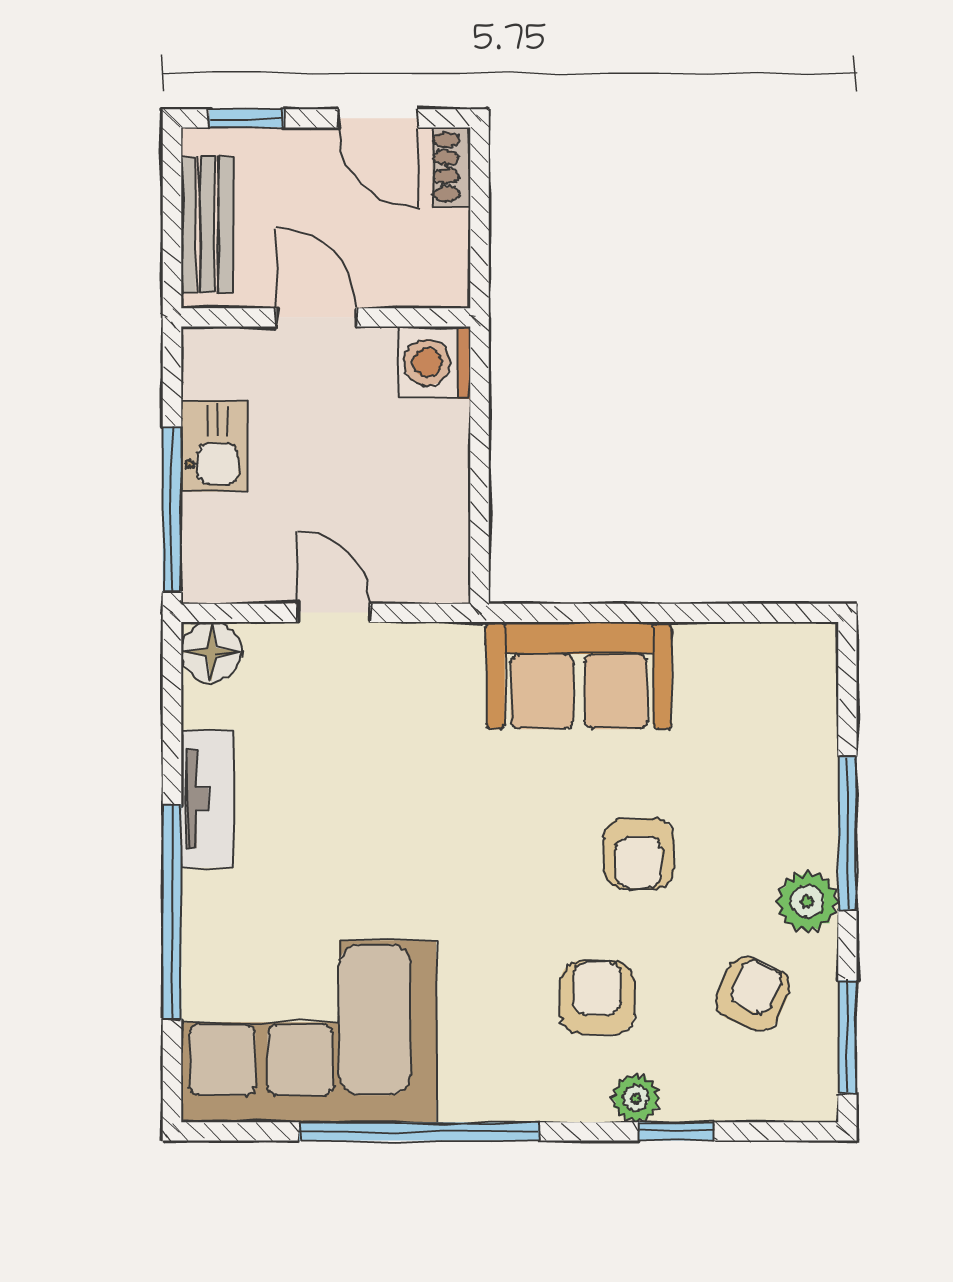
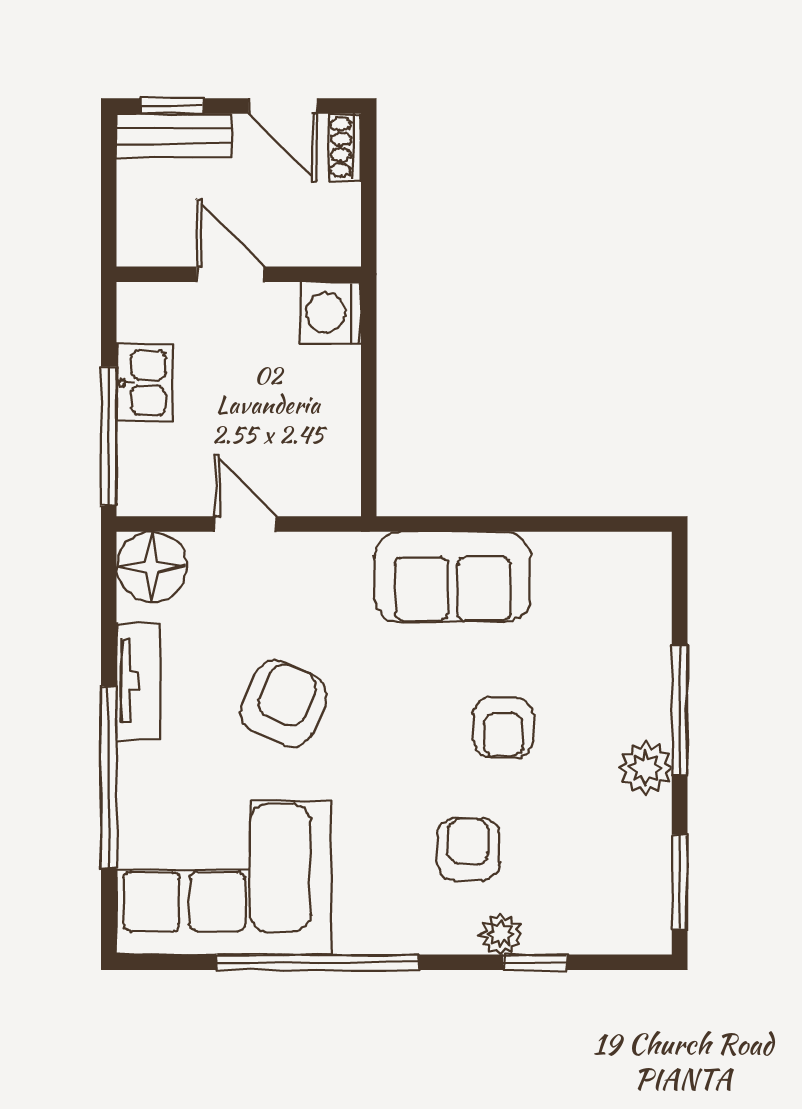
bench: (207, 225) -> (174, 136), moved, turned 90
floor lamp: (211, 652) -> (152, 567), width x1.38, depth x1.38
armchair: (753, 994) -> (283, 704), moved, width x1.38, depth x1.38

